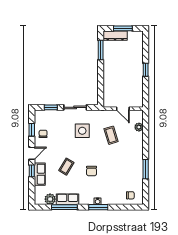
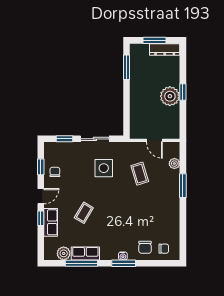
dresser: (115, 36) -> (165, 49), moved
plant: (135, 73) -> (170, 96), added
window: (146, 169) -> (183, 186), moved
chair: (92, 171) -> (145, 247), moved

